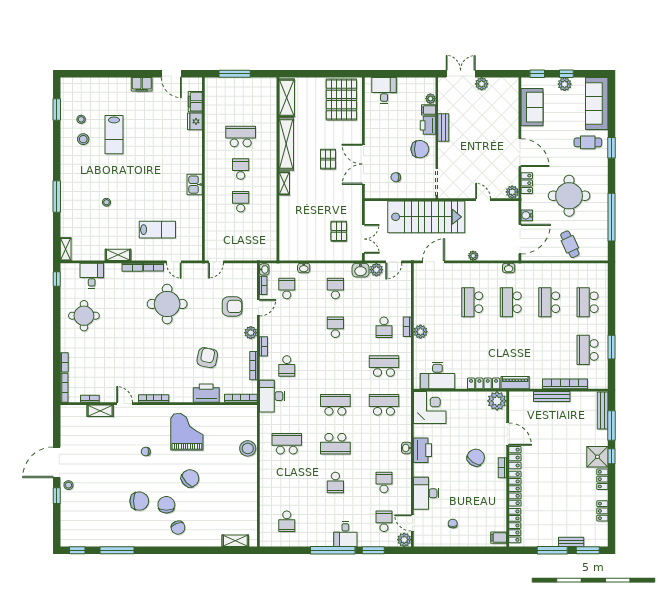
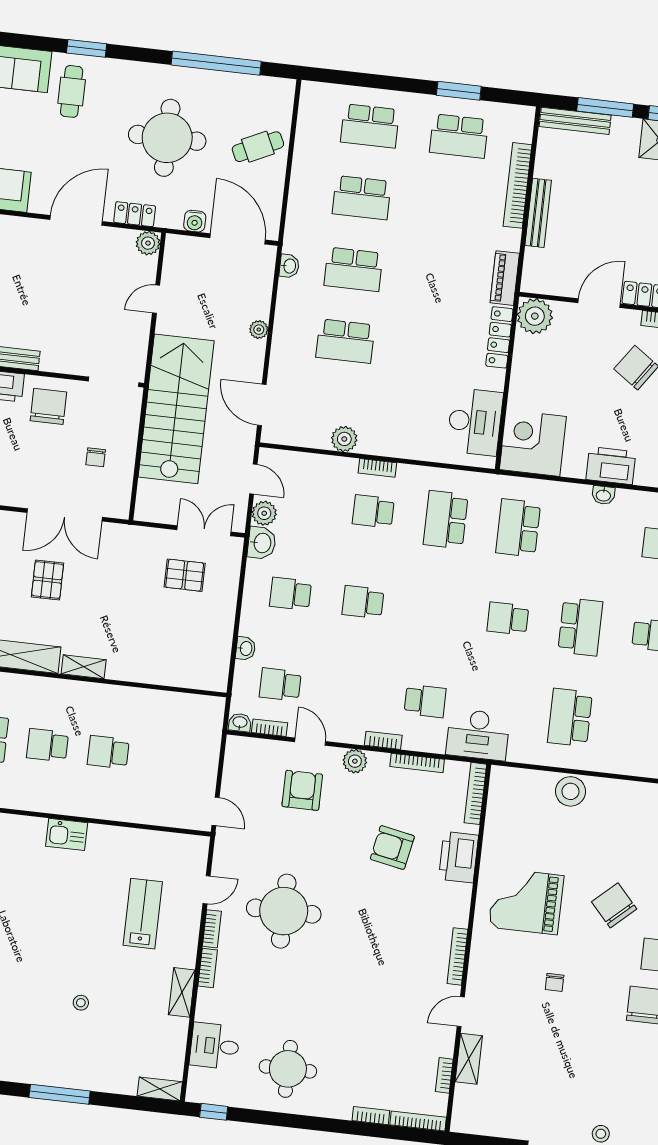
pallet: (328, 159) -> (48, 580), turned 90
school desk: (384, 327) -> (373, 511), turned 180
plant: (420, 332) -> (344, 439), moved
school desk: (335, 405) -> (508, 619), width x0.54

